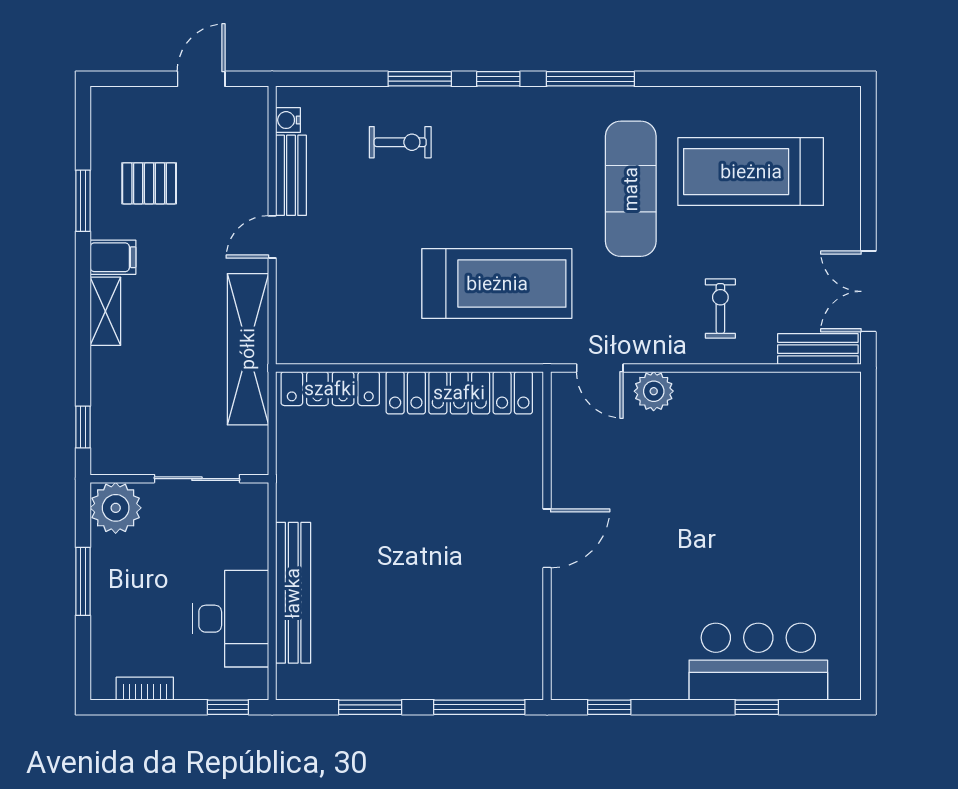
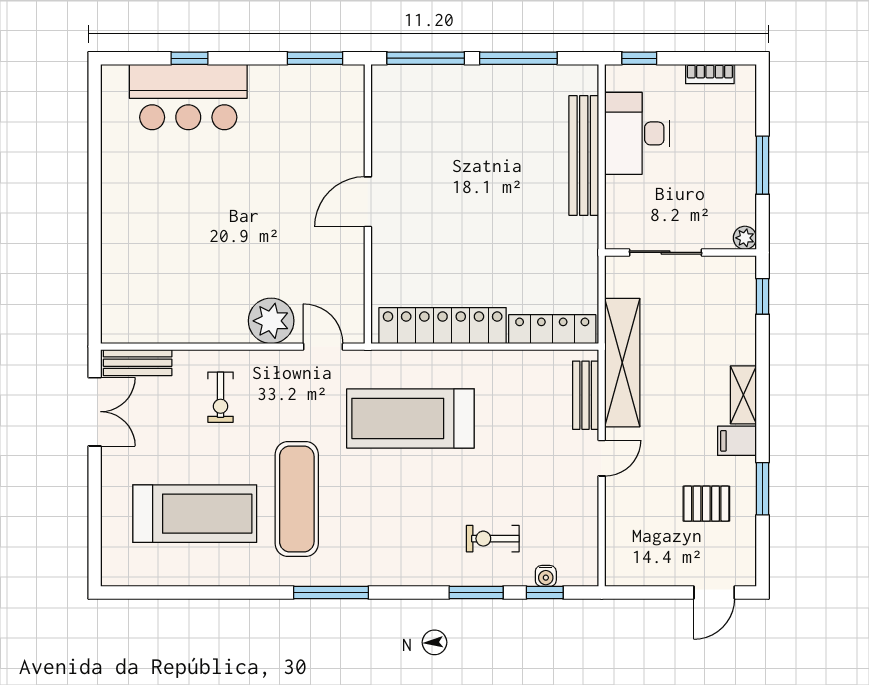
door: (201, 79) -> (714, 593), moved
window: (498, 79) -> (545, 593), moved
water cooler: (288, 120) -> (546, 576), moved, turned 90
bench: (291, 175) -> (586, 395), moved
plant: (654, 391) -> (271, 321), width x1.36, depth x1.36
plant: (116, 508) -> (745, 238), width x0.53, depth x0.53
window: (370, 707) -> (518, 58), width x1.44
window: (609, 707) -> (315, 58), width x1.50

